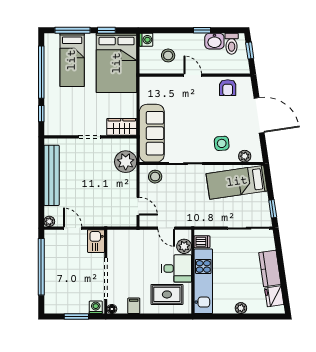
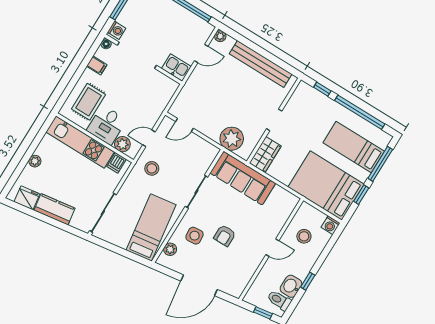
armchair: (228, 88) -> (225, 236), moved, turned -90
stool: (155, 177) -> (152, 168), moved
window: (273, 209) -> (107, 245), removed

